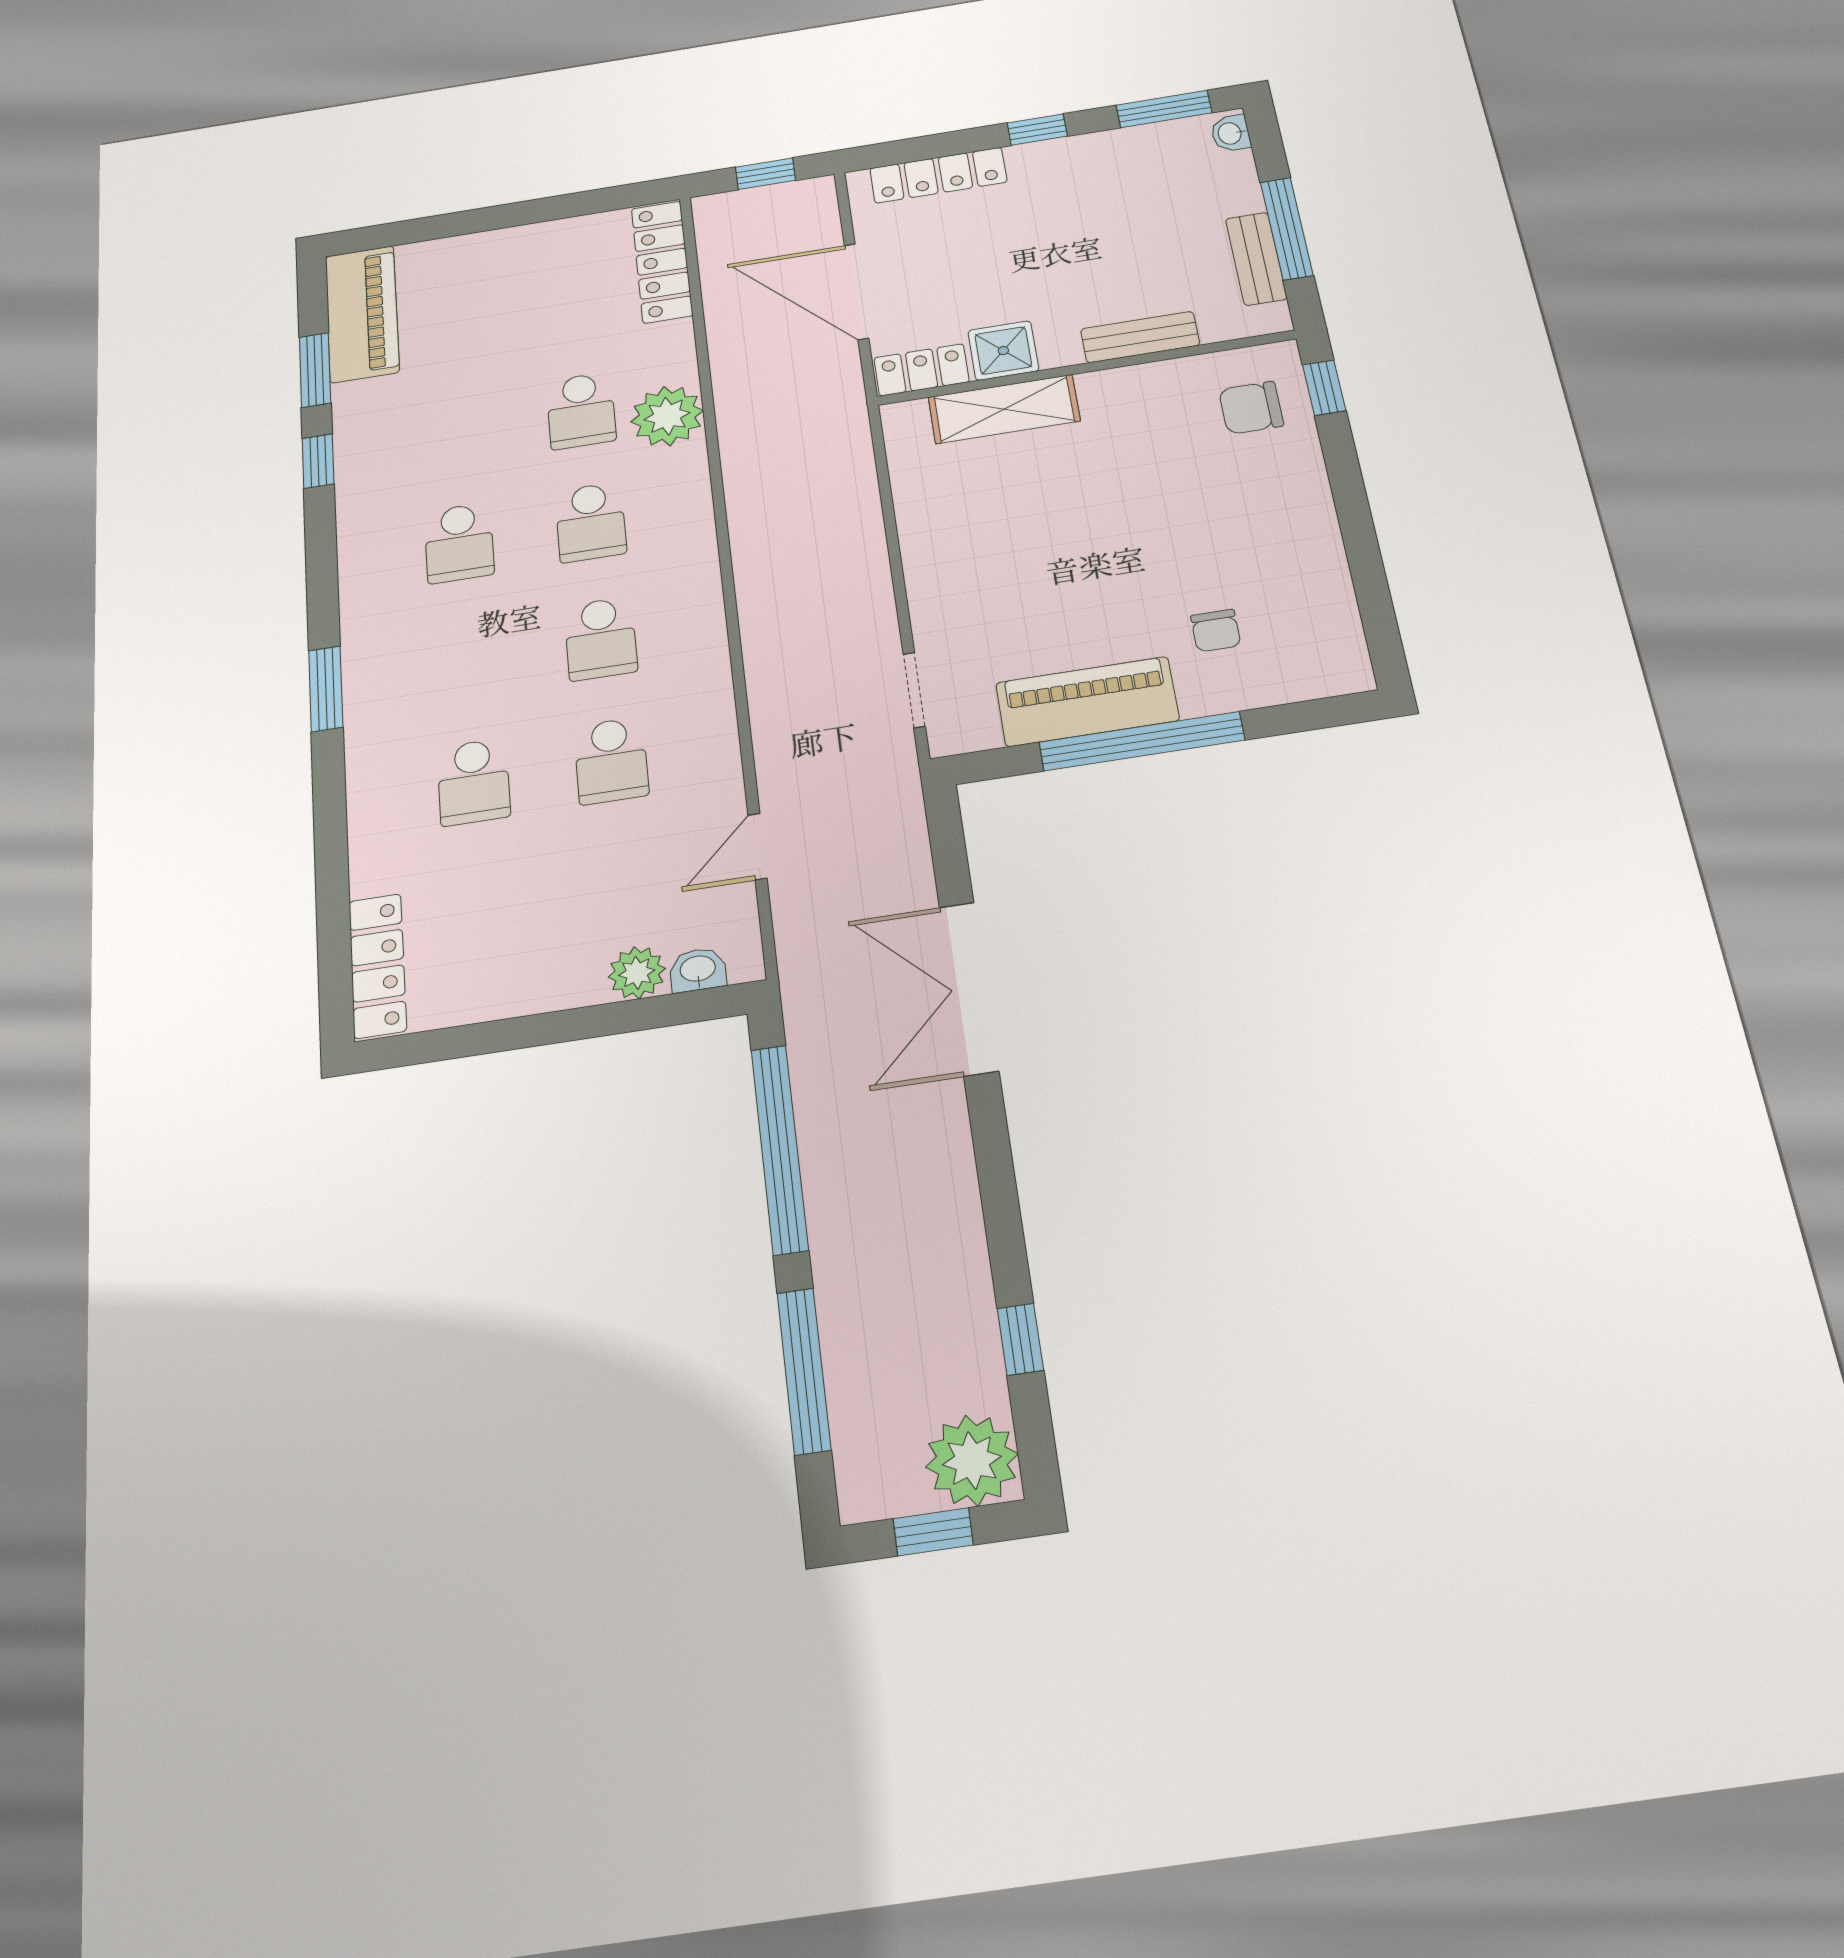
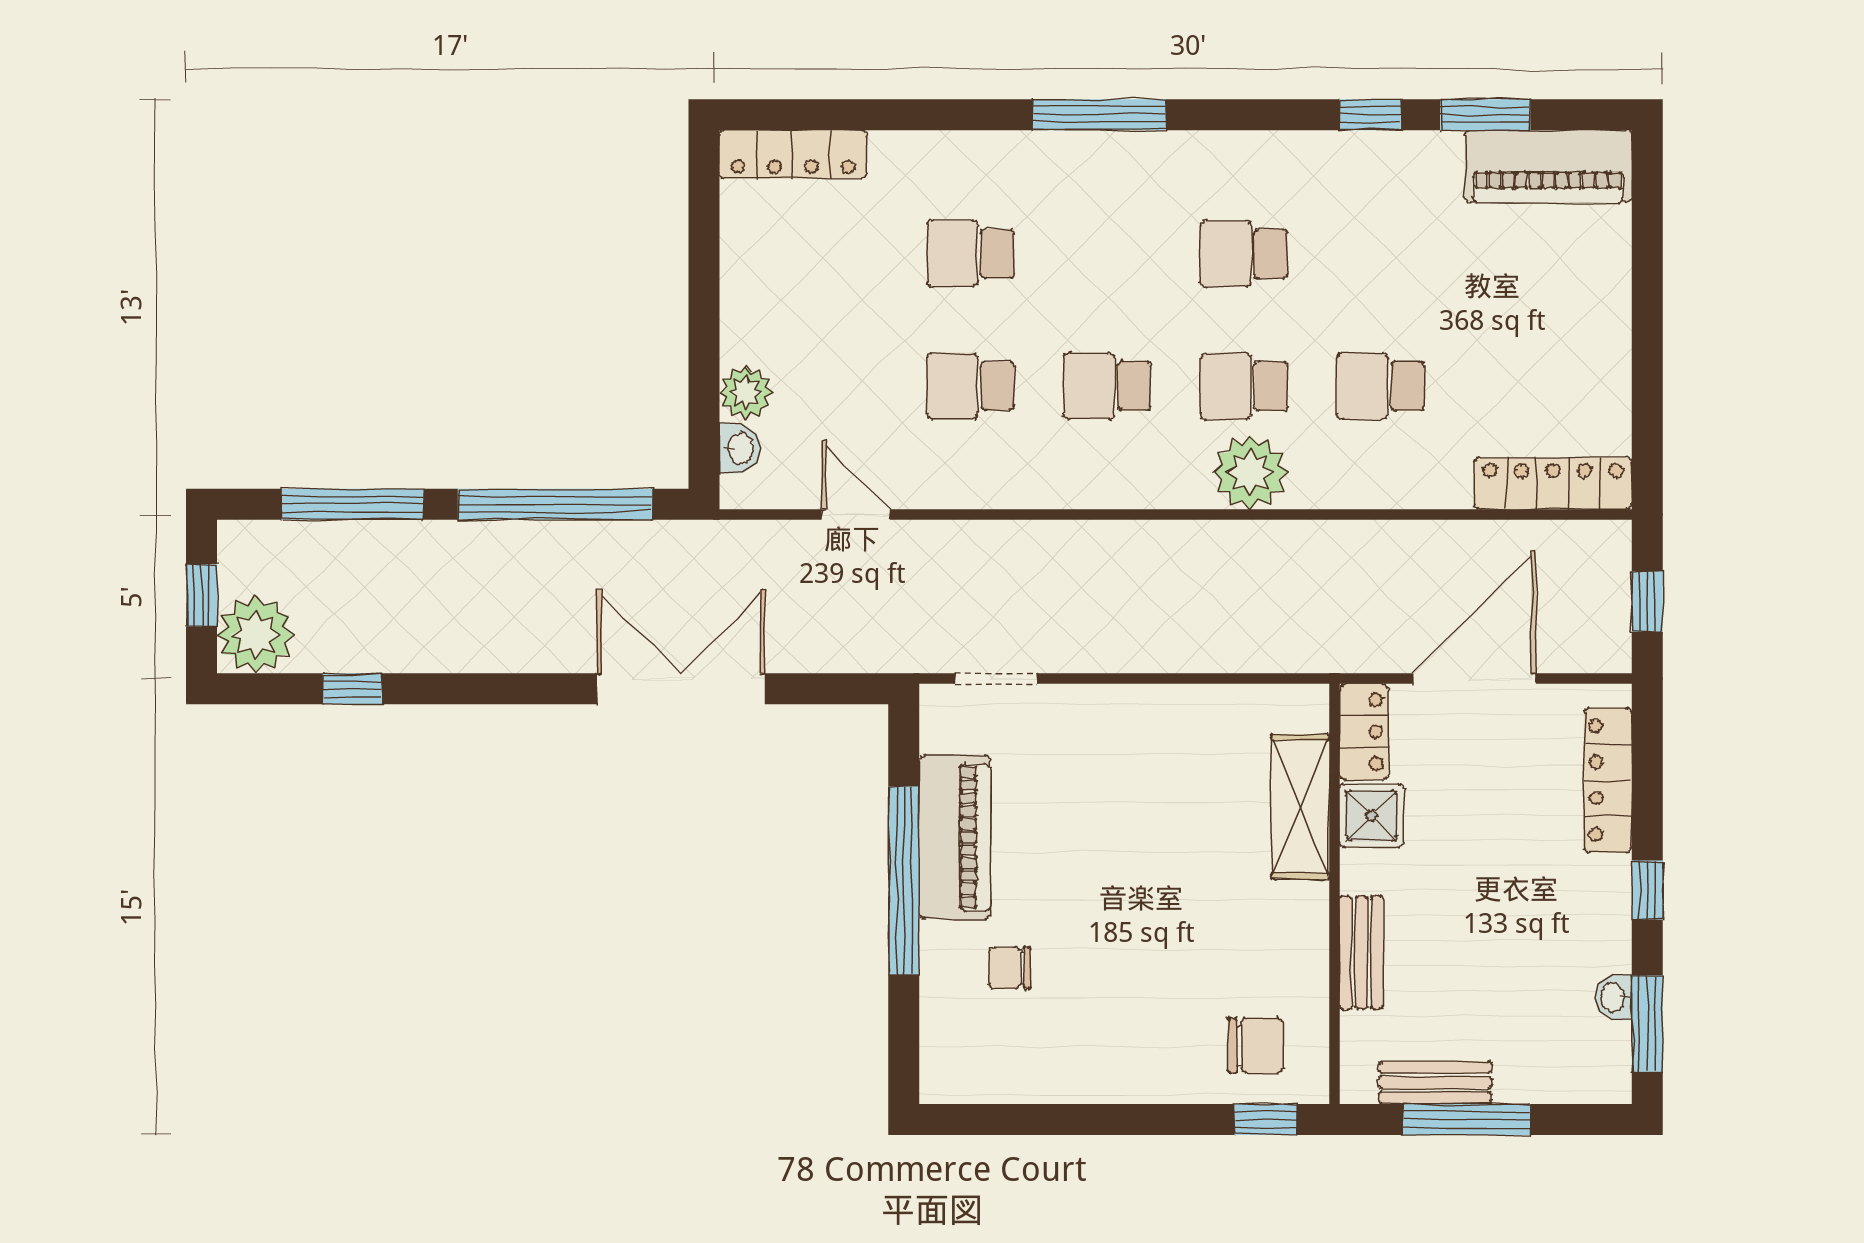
washbasin: (1231, 133) -> (1613, 997), moved, turned -90
chair: (1251, 408) -> (1255, 1045), turned 90
plant: (667, 416) -> (1250, 472), moved
window: (326, 689) -> (1099, 115), width x1.44

